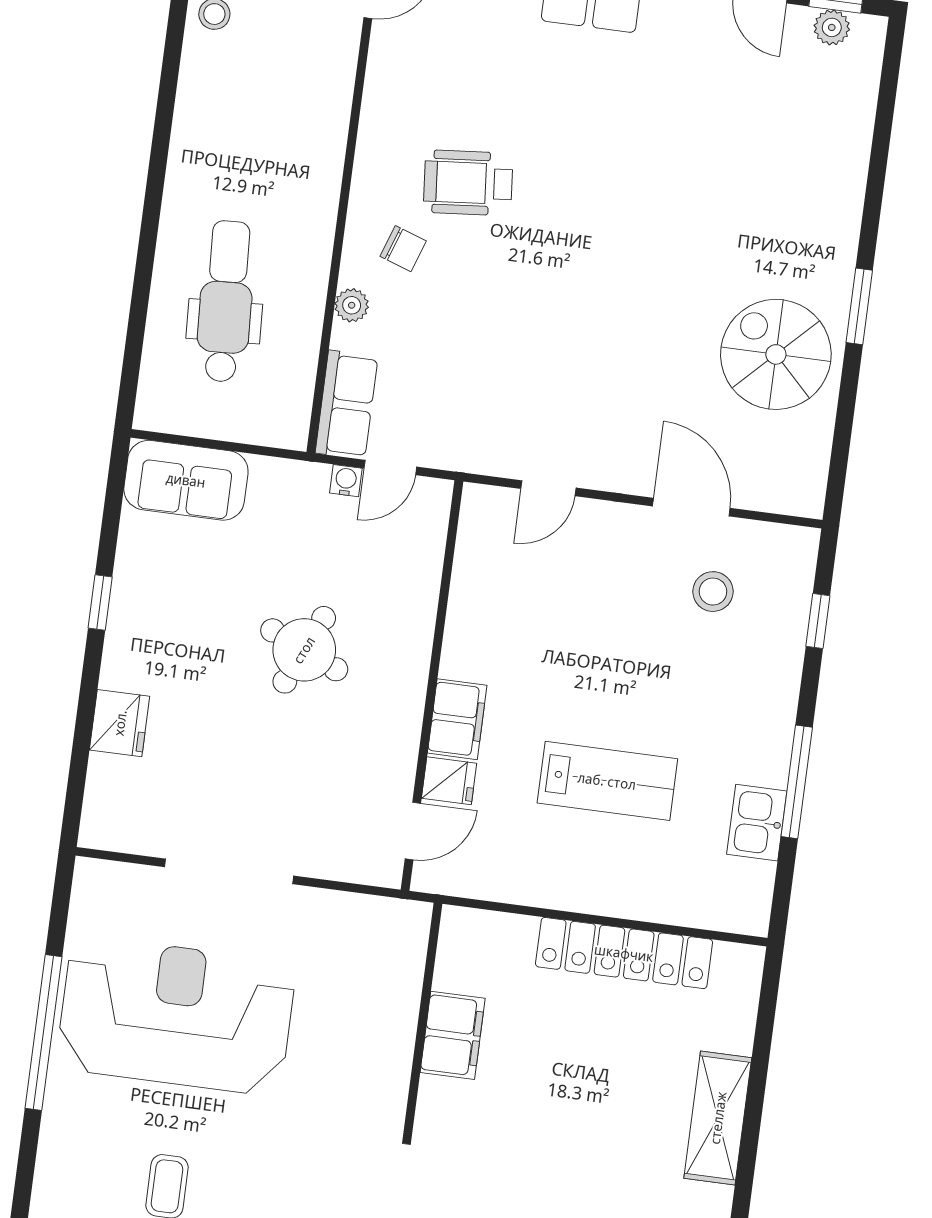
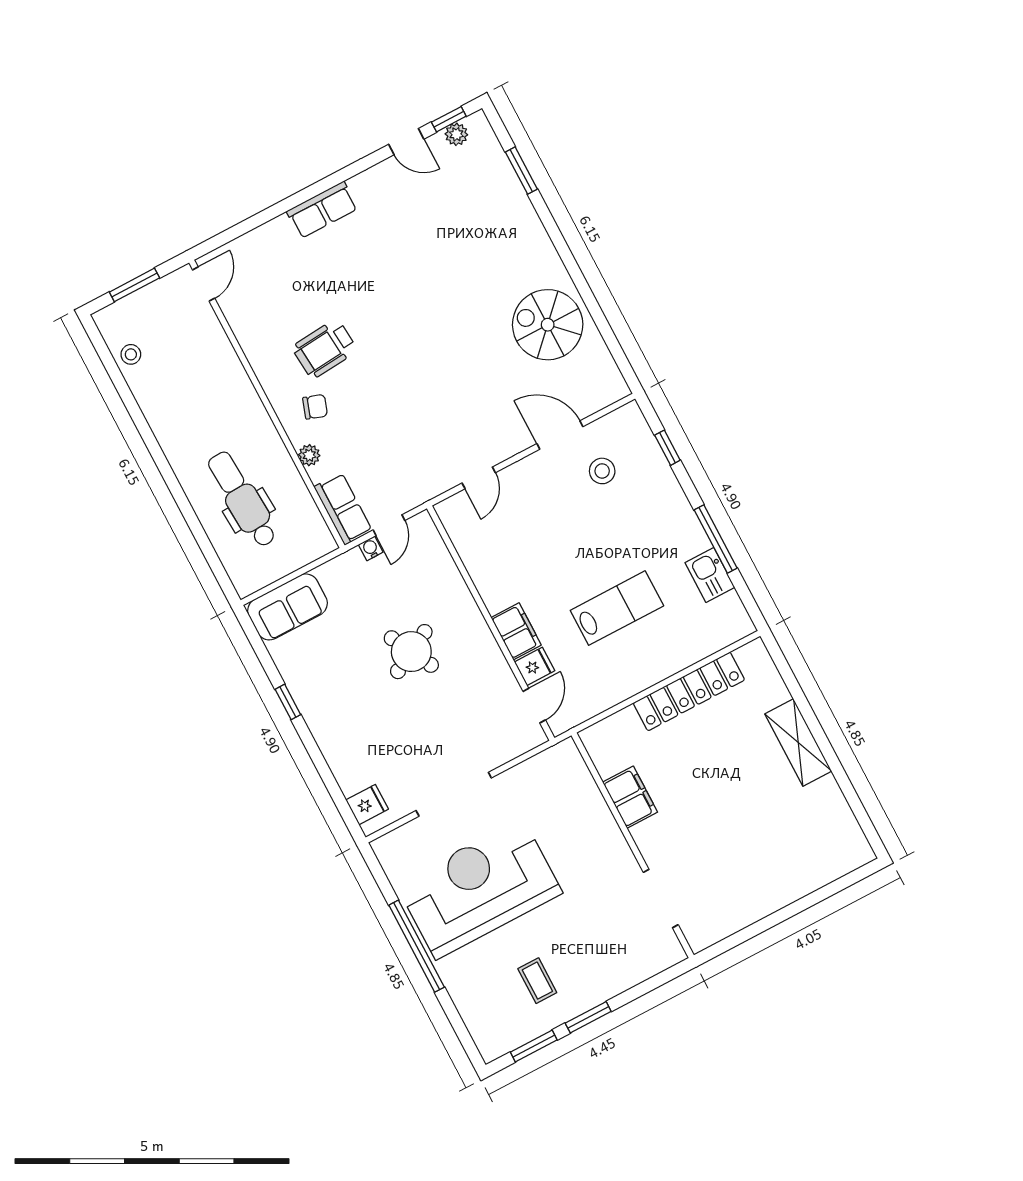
window: (859, 306) -> (521, 171), moved
round table: (304, 650) -> (411, 652), turned 38
fridge: (120, 723) -> (367, 805), moved, width x0.72

